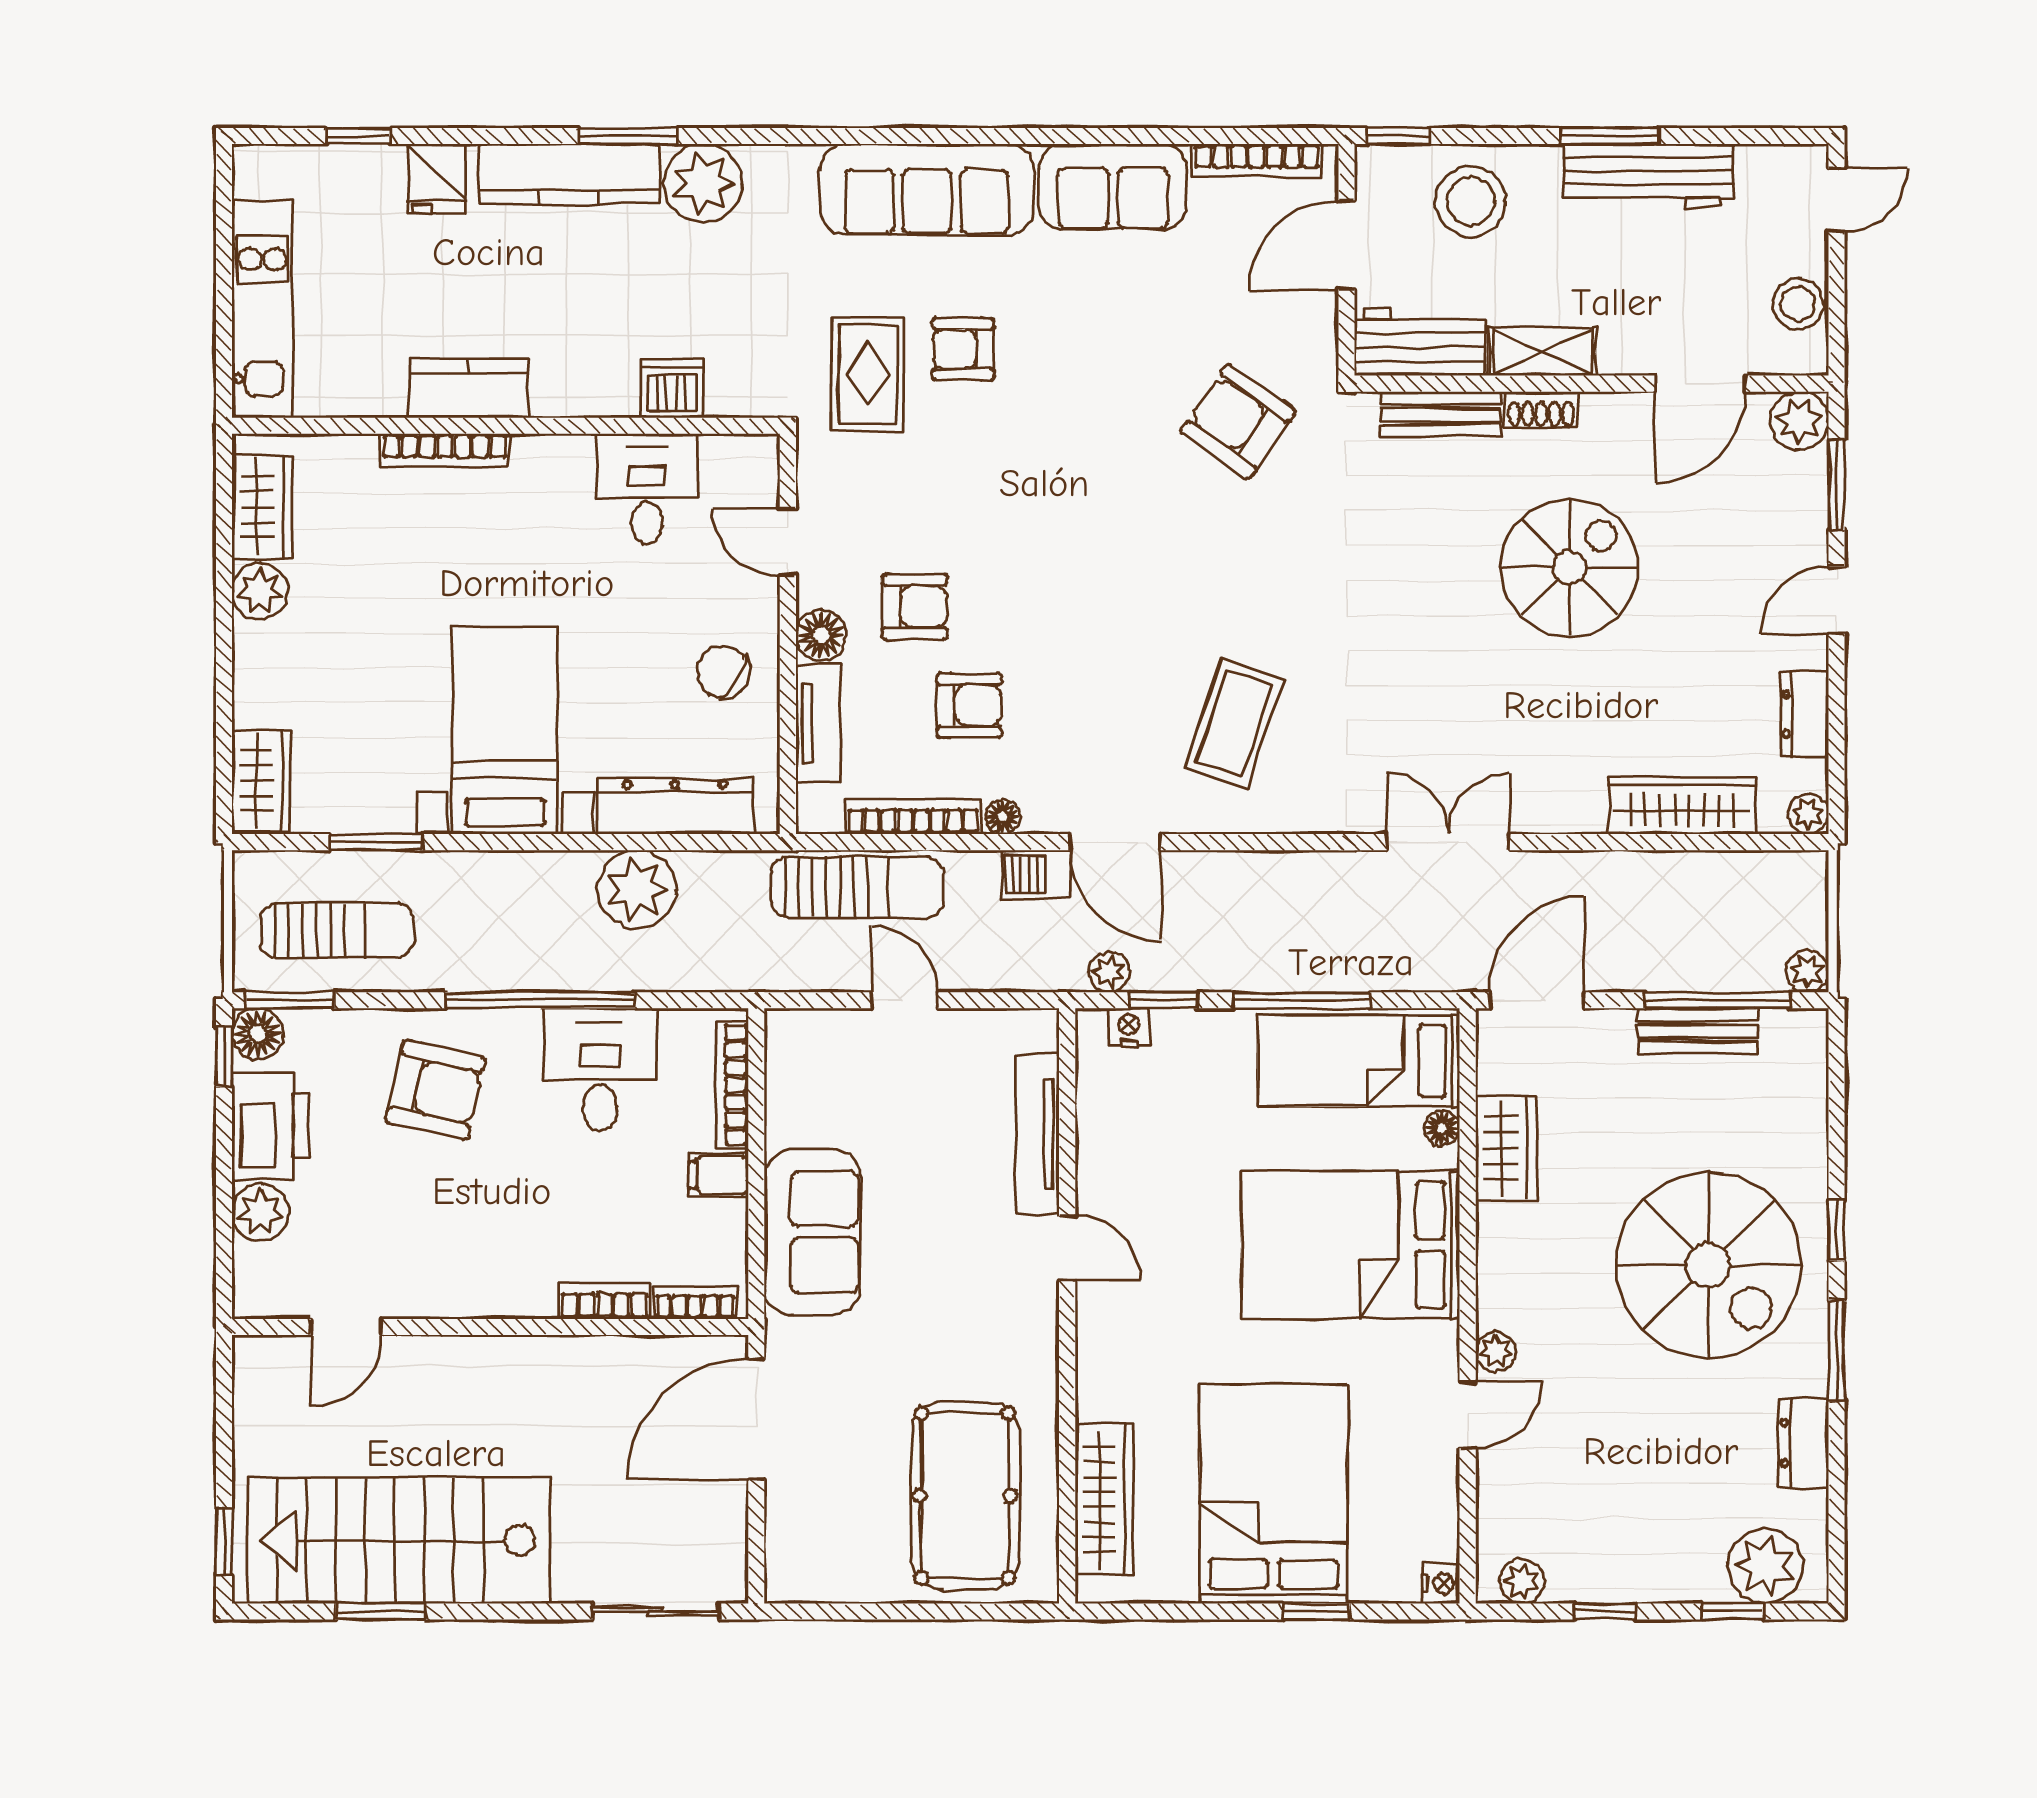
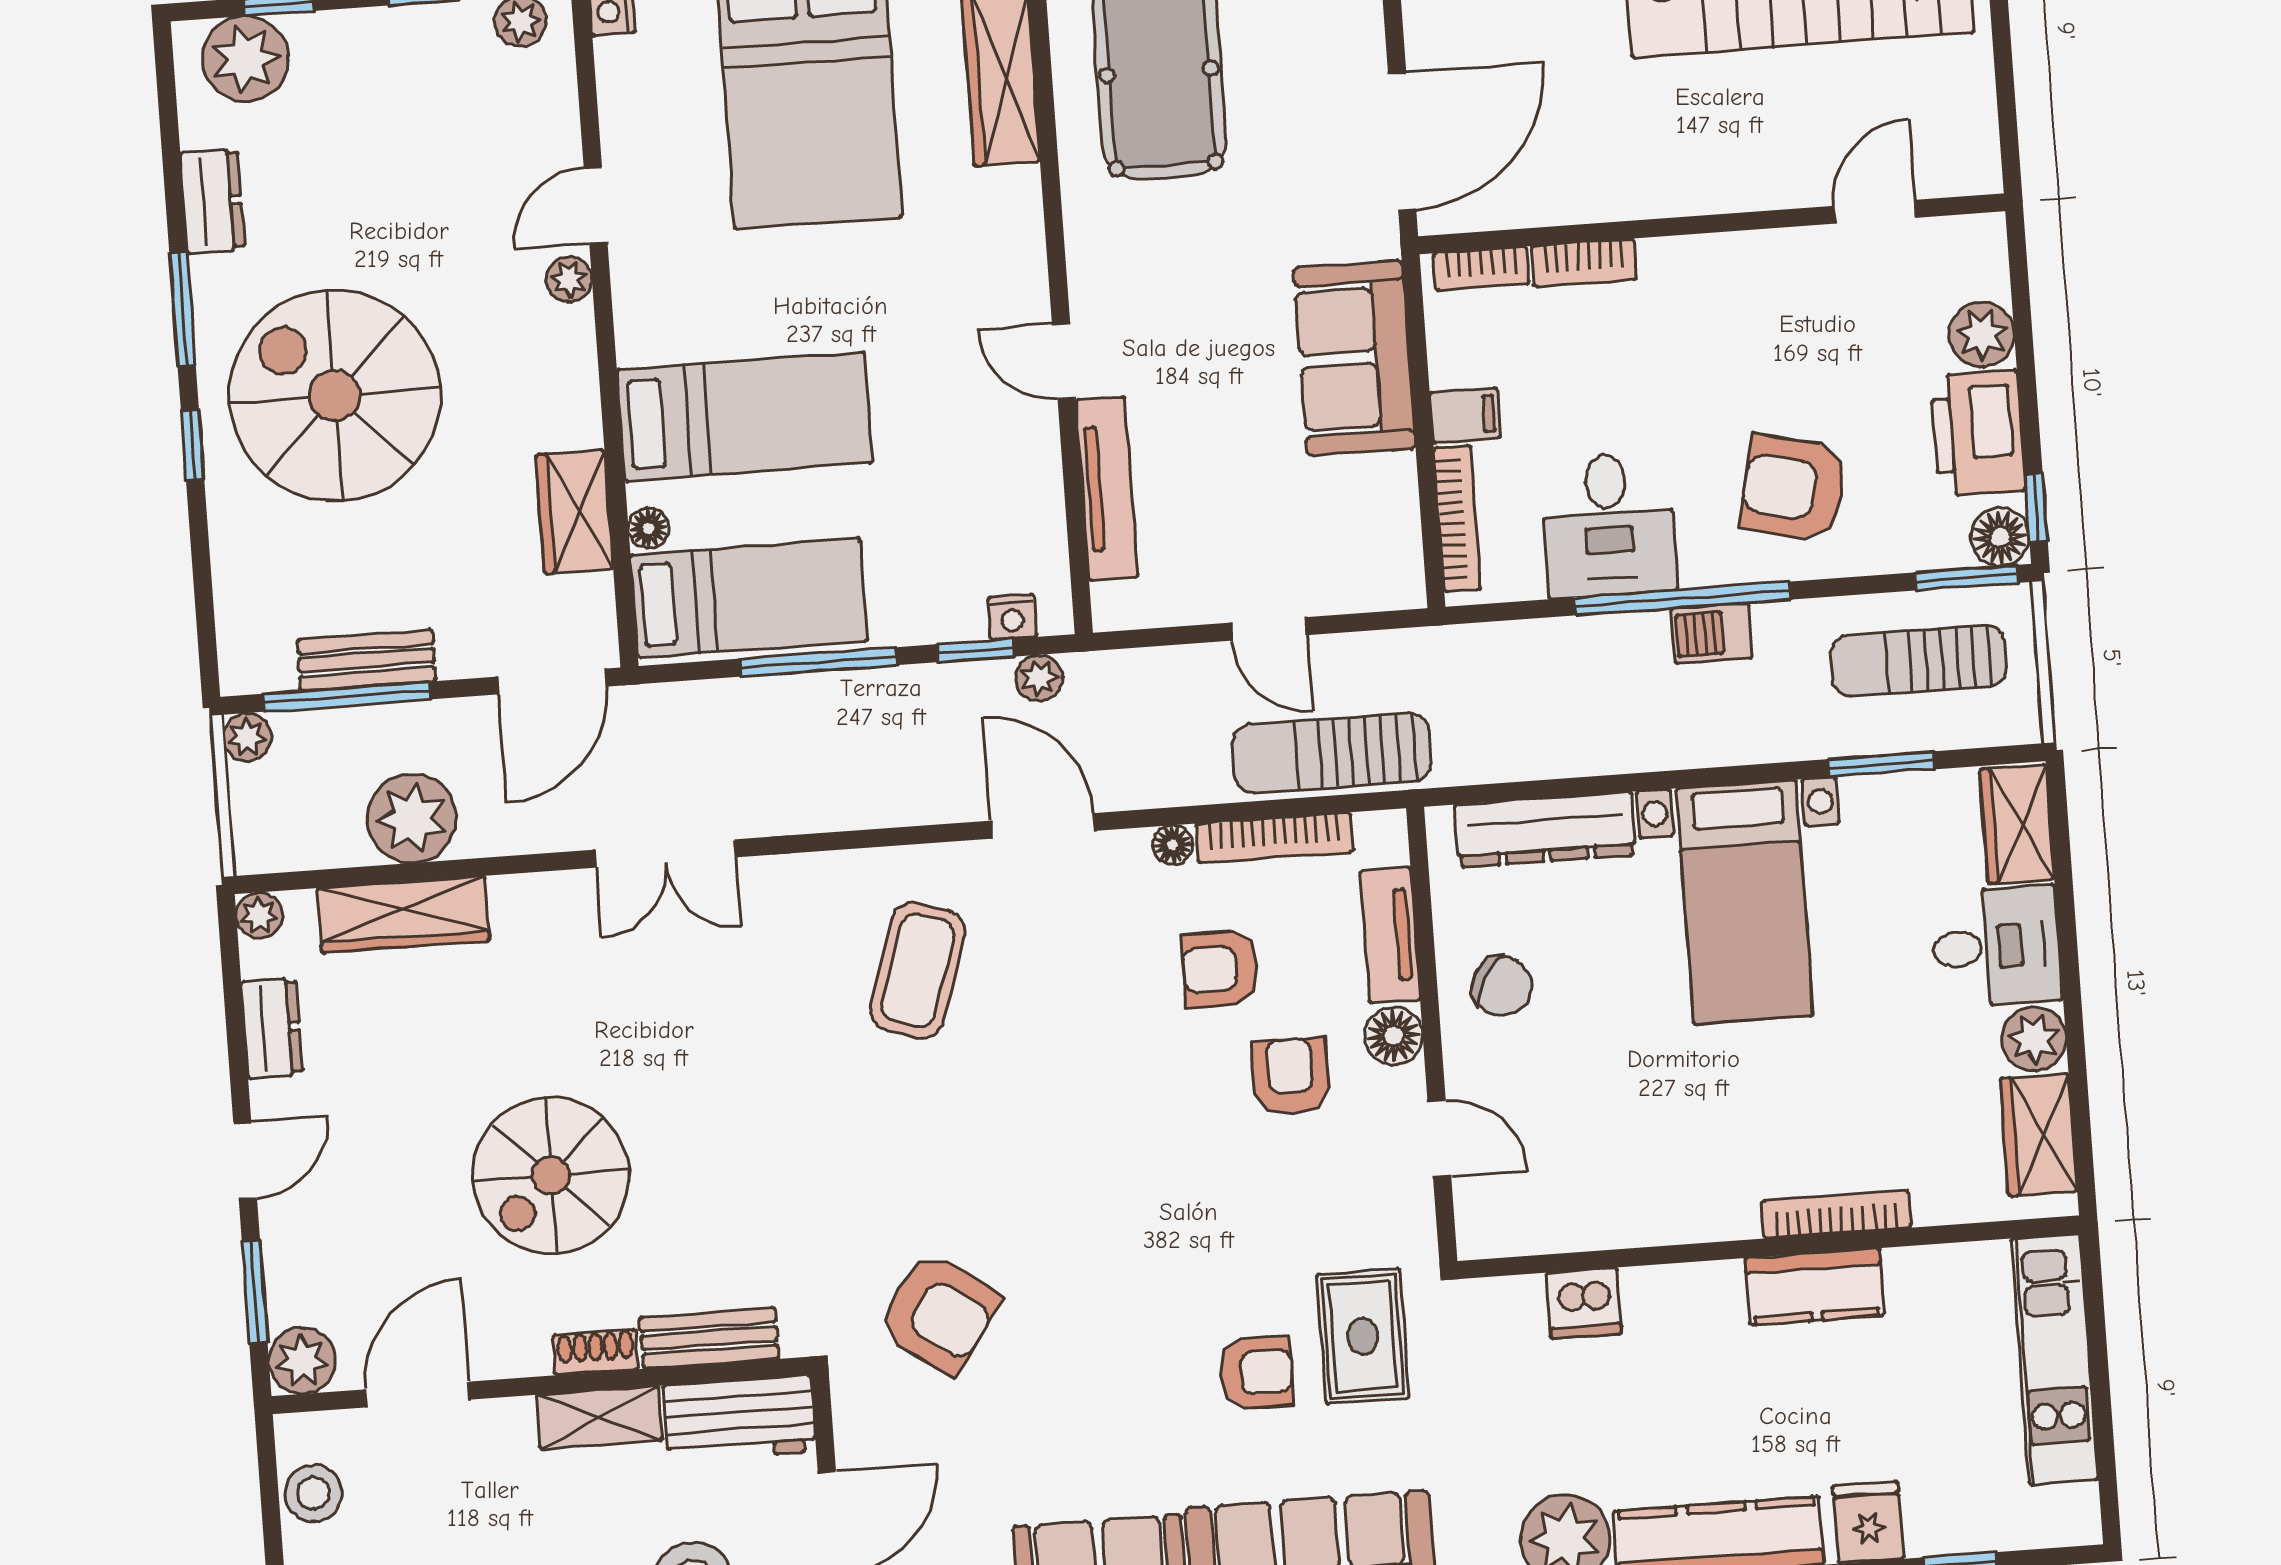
desk: (647, 489) -> (1996, 947), moved, turned -90
armchair: (915, 607) -> (1290, 1076), turned 90
barbecue: (1035, 874) -> (1712, 633), moved, turned 180
plant: (637, 889) -> (412, 818), moved
bed: (1351, 1245) -> (745, 417), width x0.67

